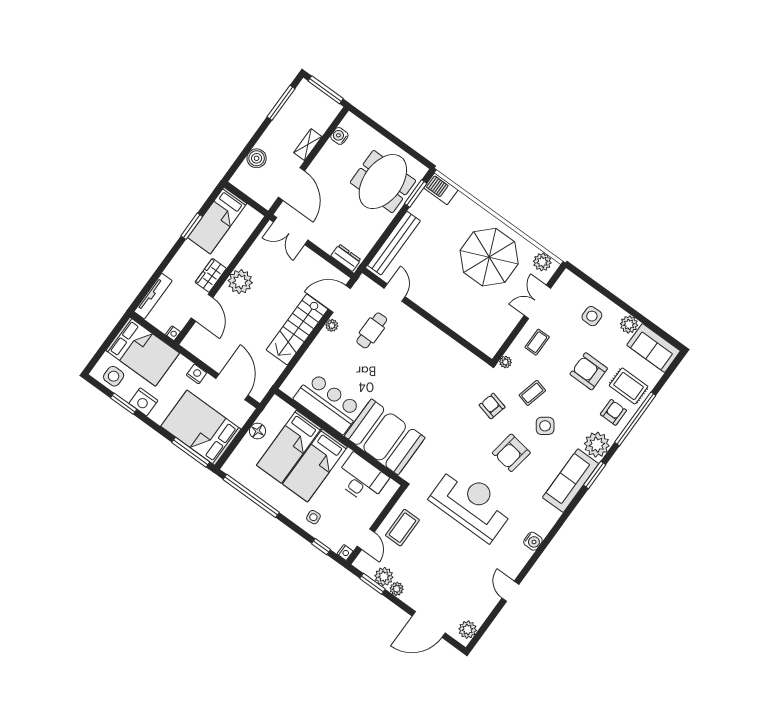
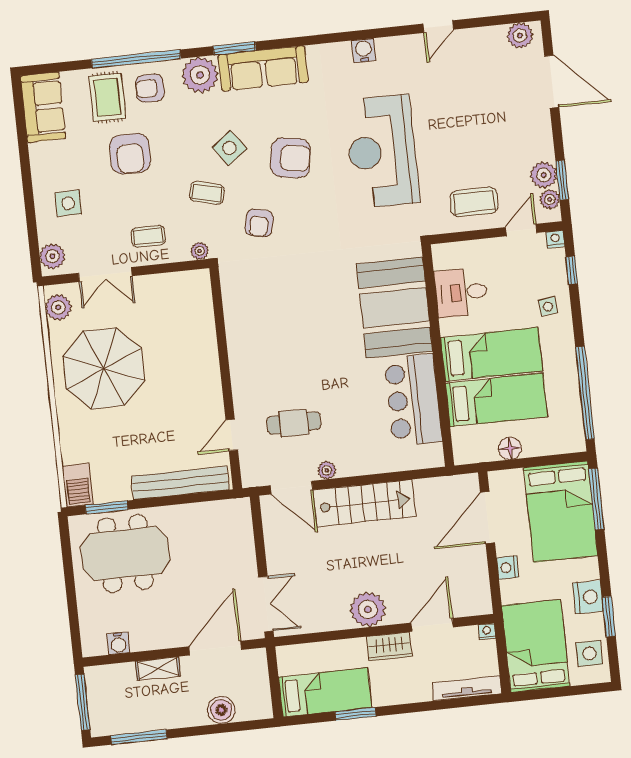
dresser: (346, 258) -> (242, 520), removed
plant: (629, 324) -> (52, 256), moved
desk: (361, 479) -> (461, 292), width x0.73
plant: (397, 589) -> (550, 199), moved

